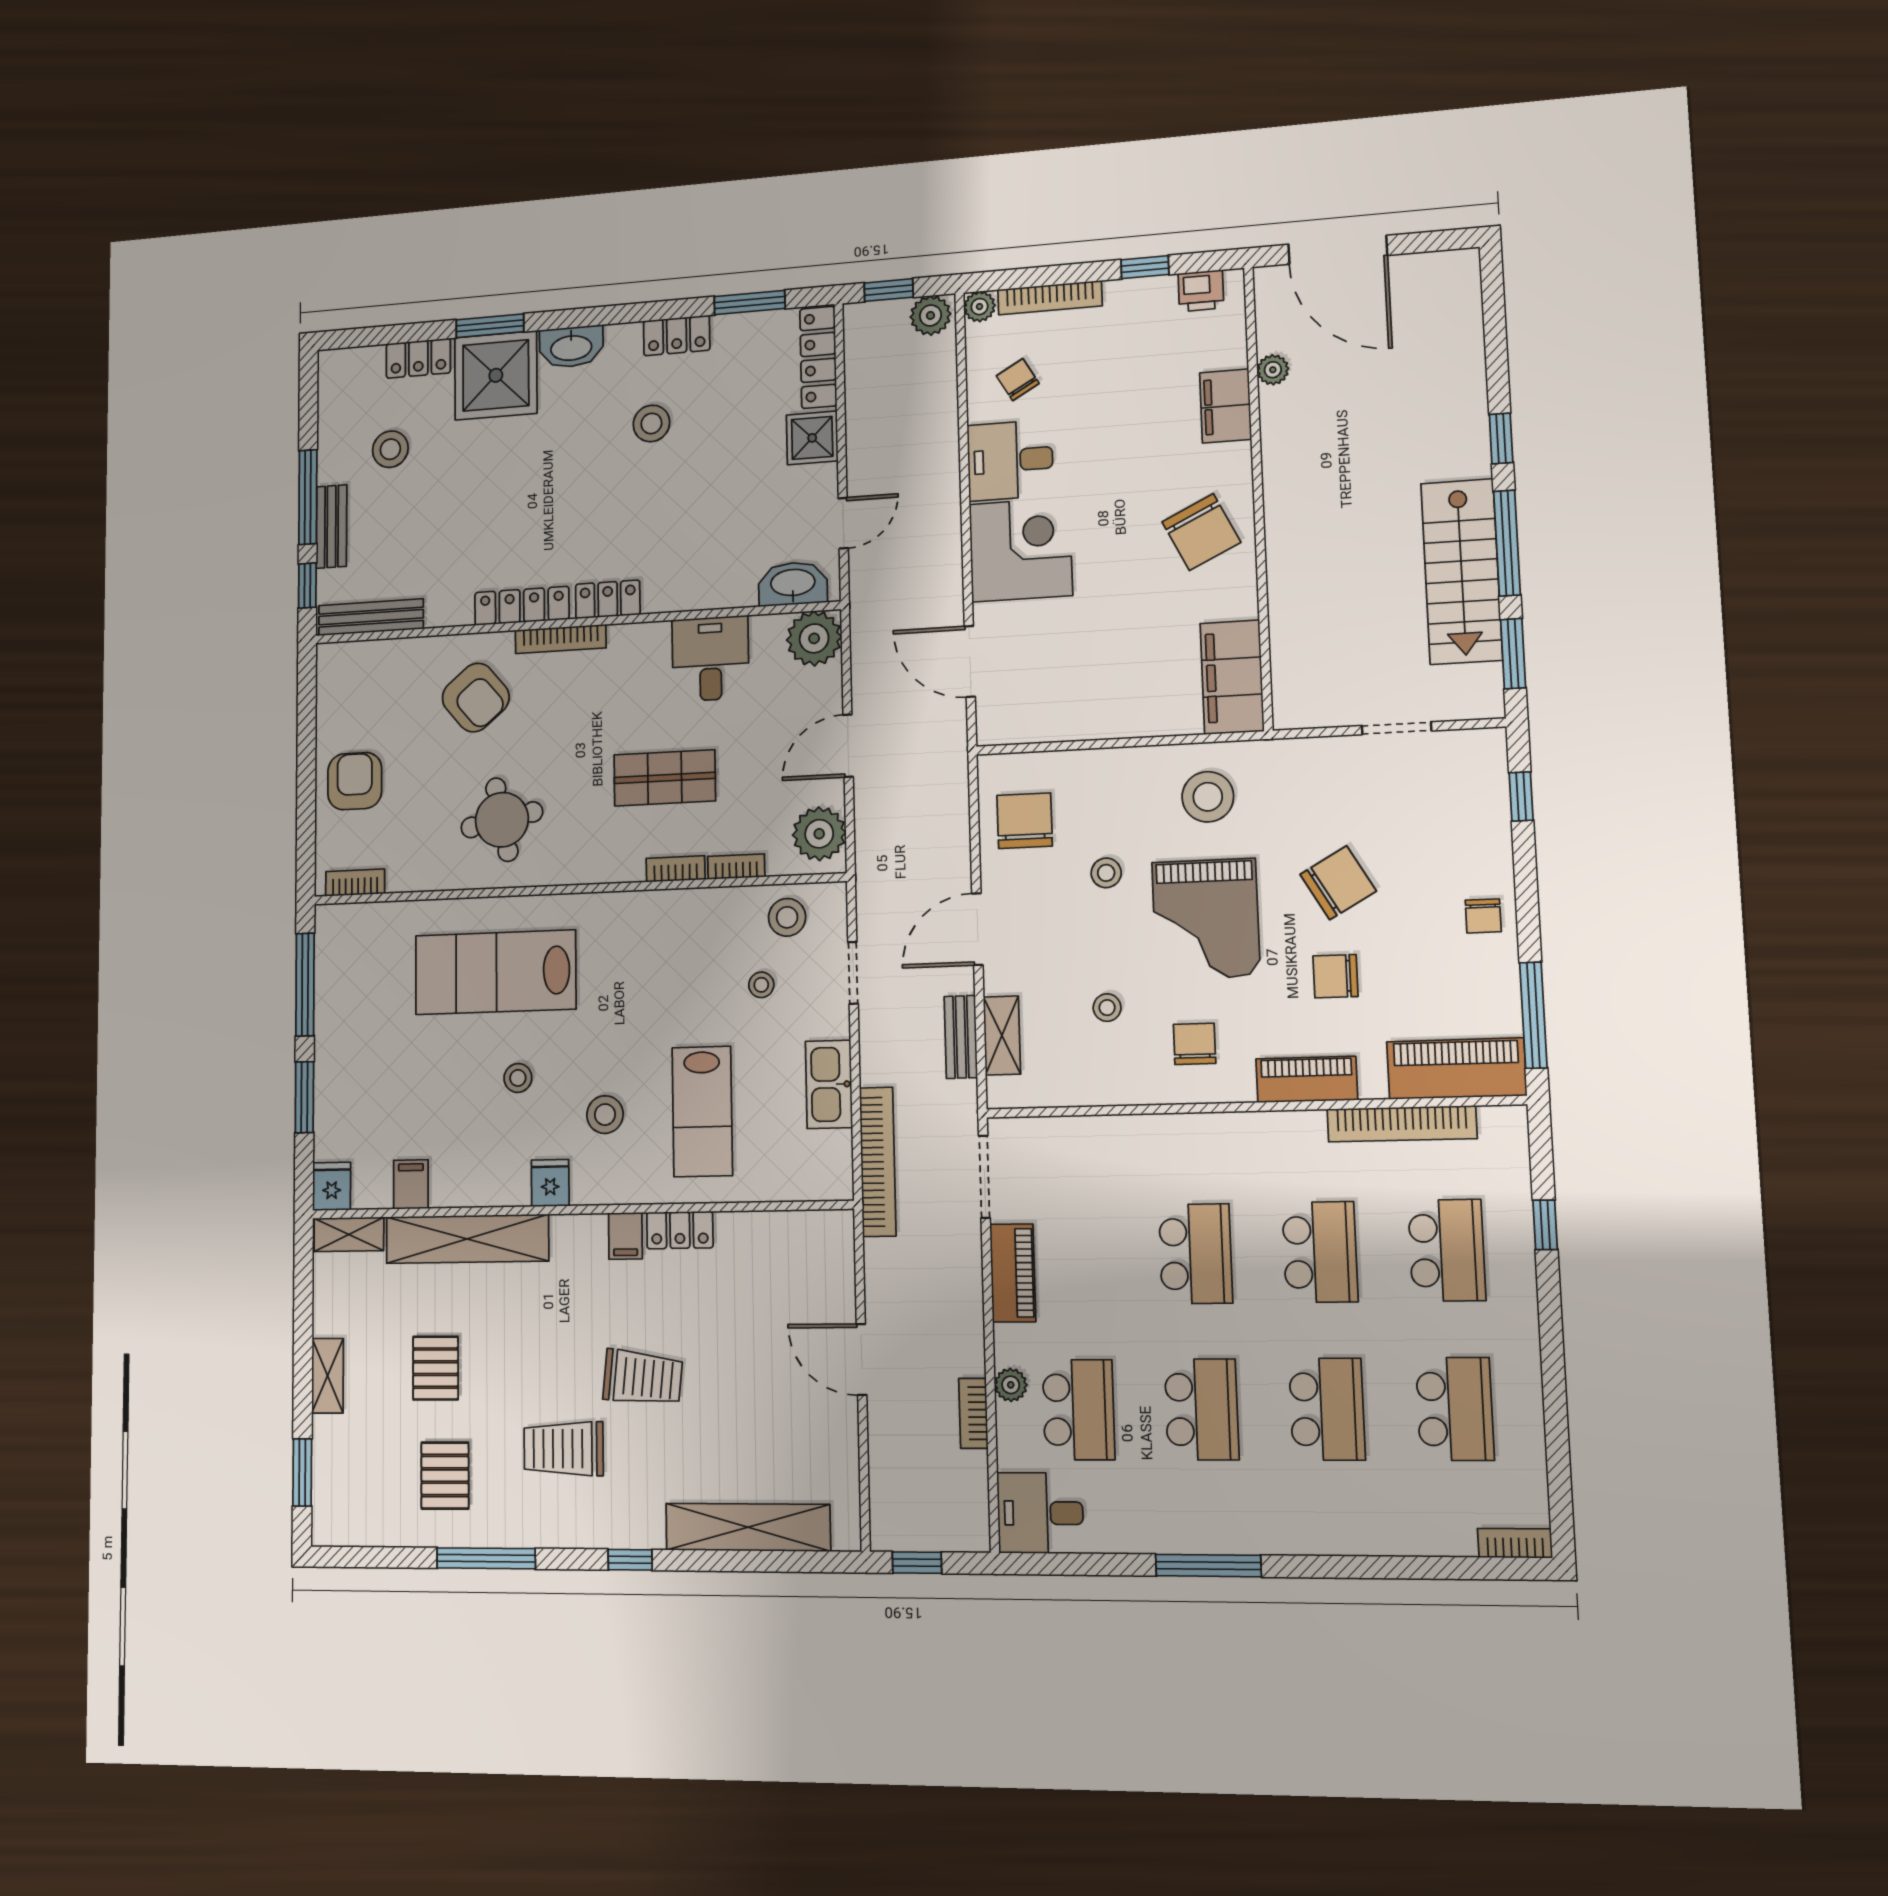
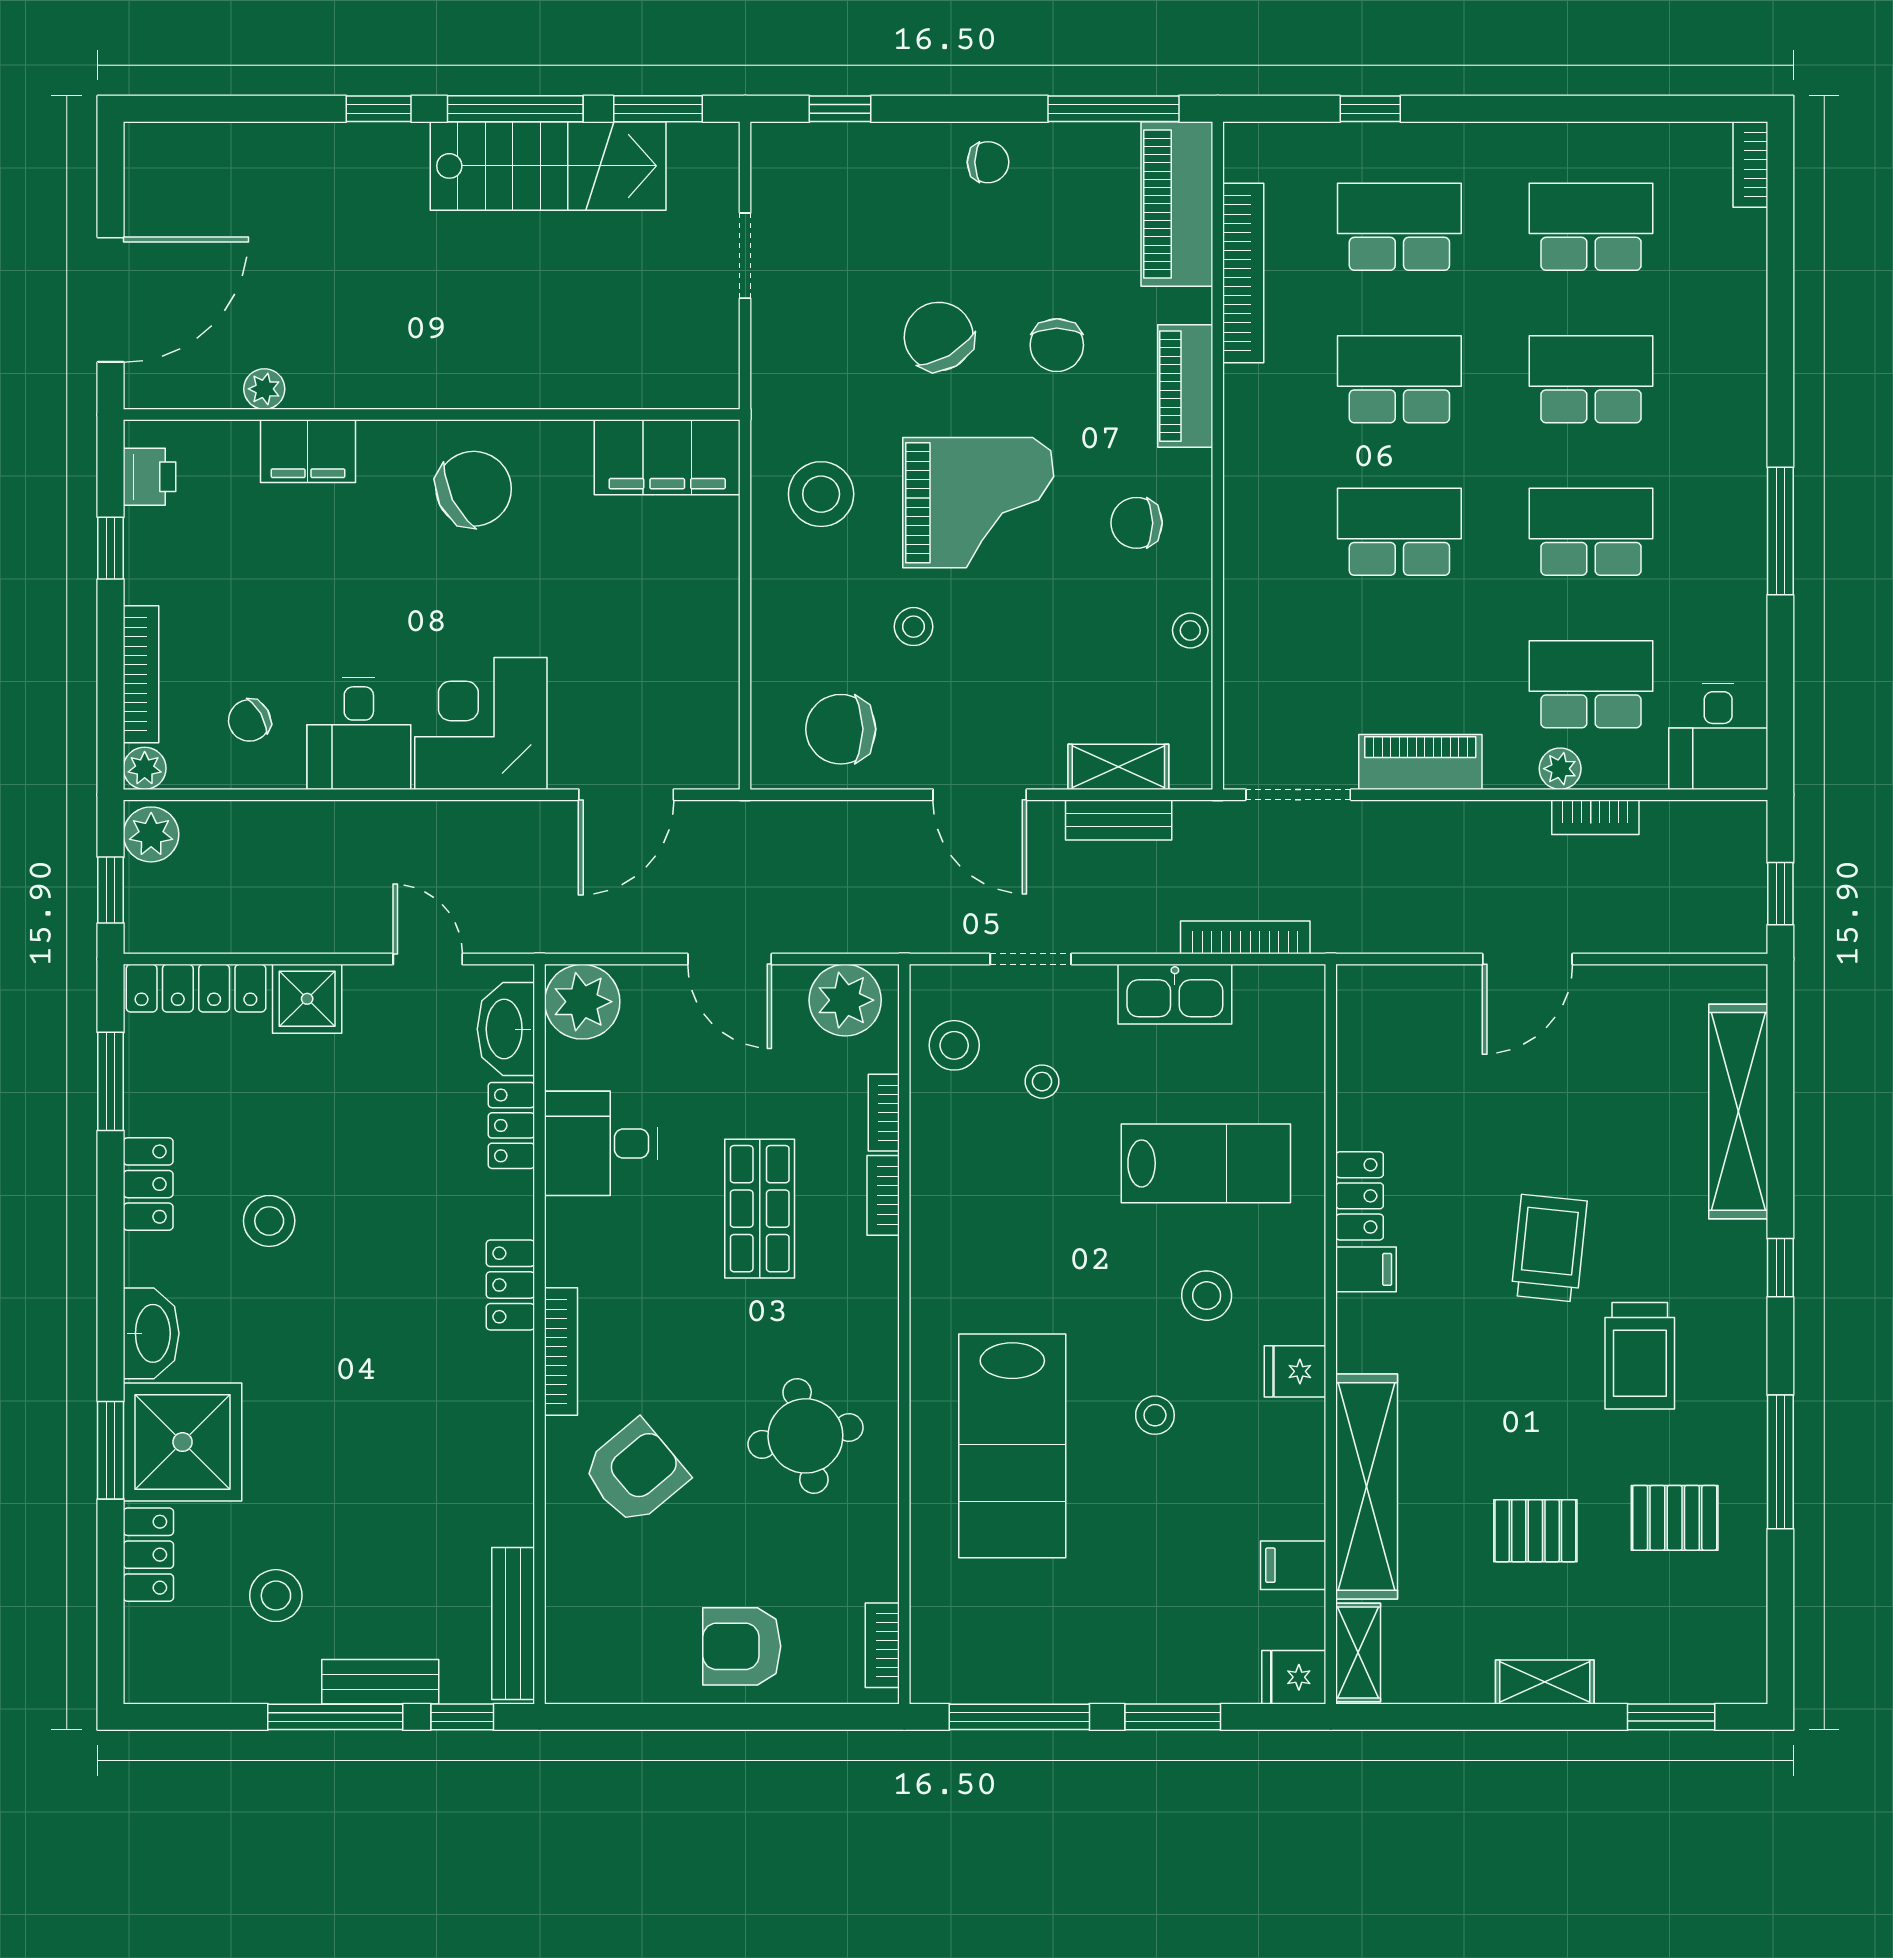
locker: (522, 606) -> (511, 1125), moved, width x0.66
stool: (1107, 1008) -> (1190, 630), moved
bookcase: (878, 1162) -> (1245, 937), width x0.68, depth x0.76

